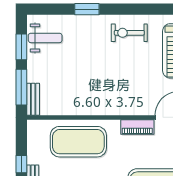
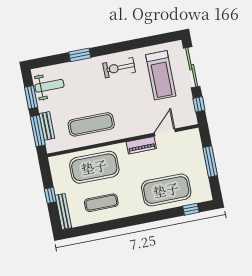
exercise mat: (84, 92) -> (91, 124), added
bench: (33, 99) -> (47, 126), moved

